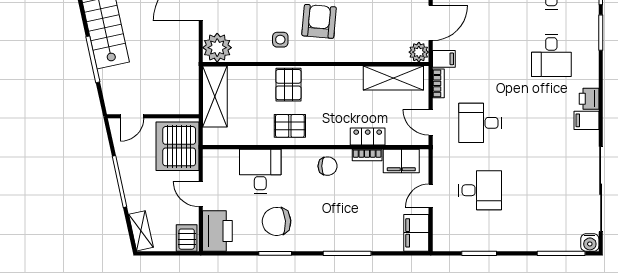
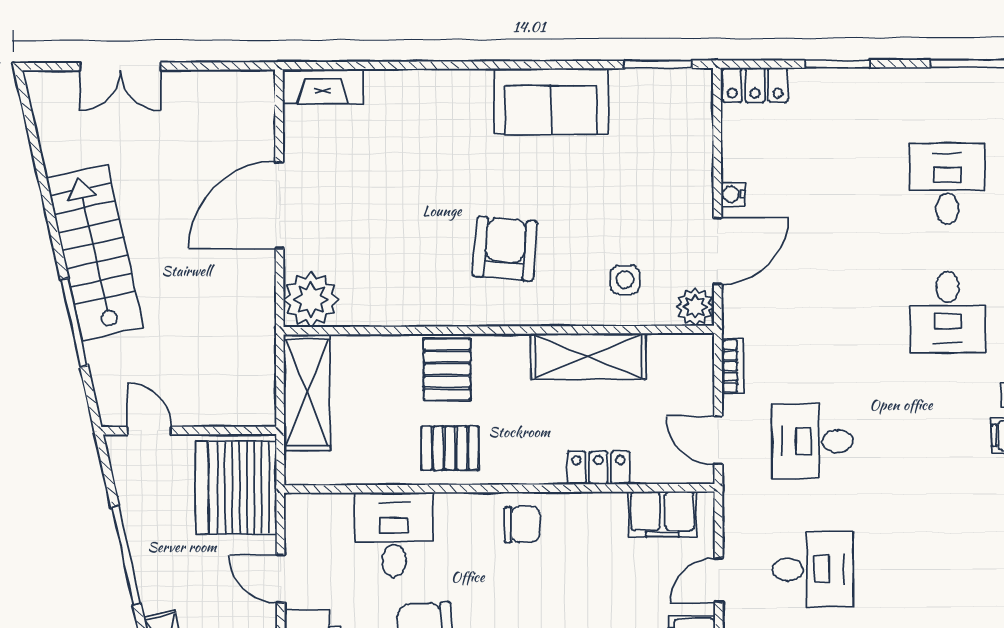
side table: (280, 40) -> (625, 280), moved
filing cabinet: (444, 59) -> (743, 319), removed
shelving: (393, 78) -> (588, 356), moved
door: (132, 116) -> (149, 431), swing flipped
bookcase: (367, 155) -> (597, 503), removed

